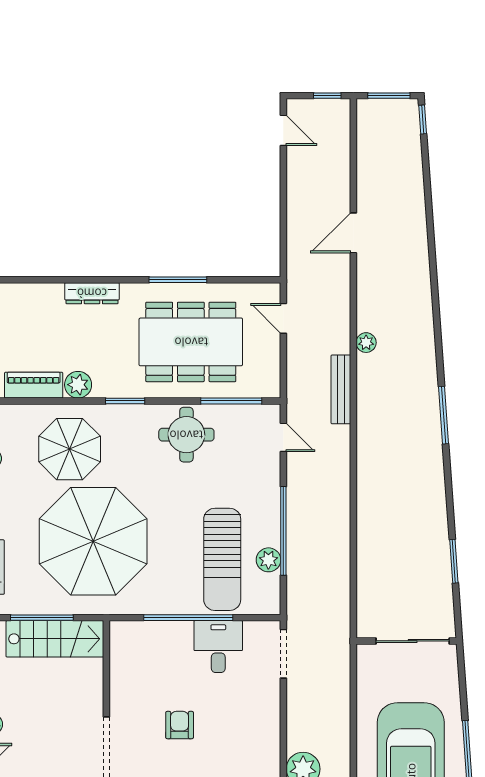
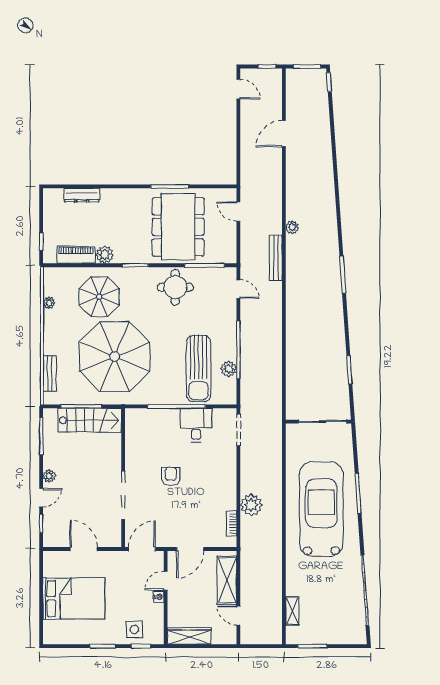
door: (353, 233) -> (284, 134), moved
dresser: (92, 293) -> (82, 195), moved
dining table: (191, 342) -> (178, 227), turned 90

